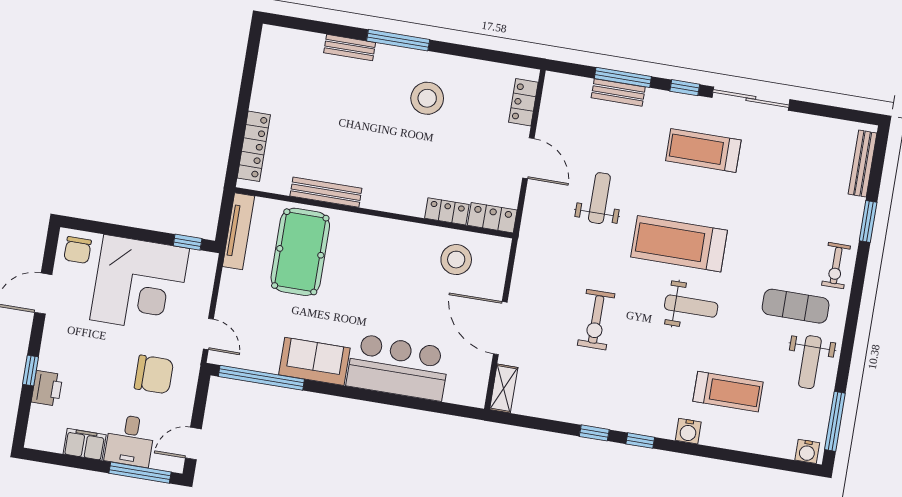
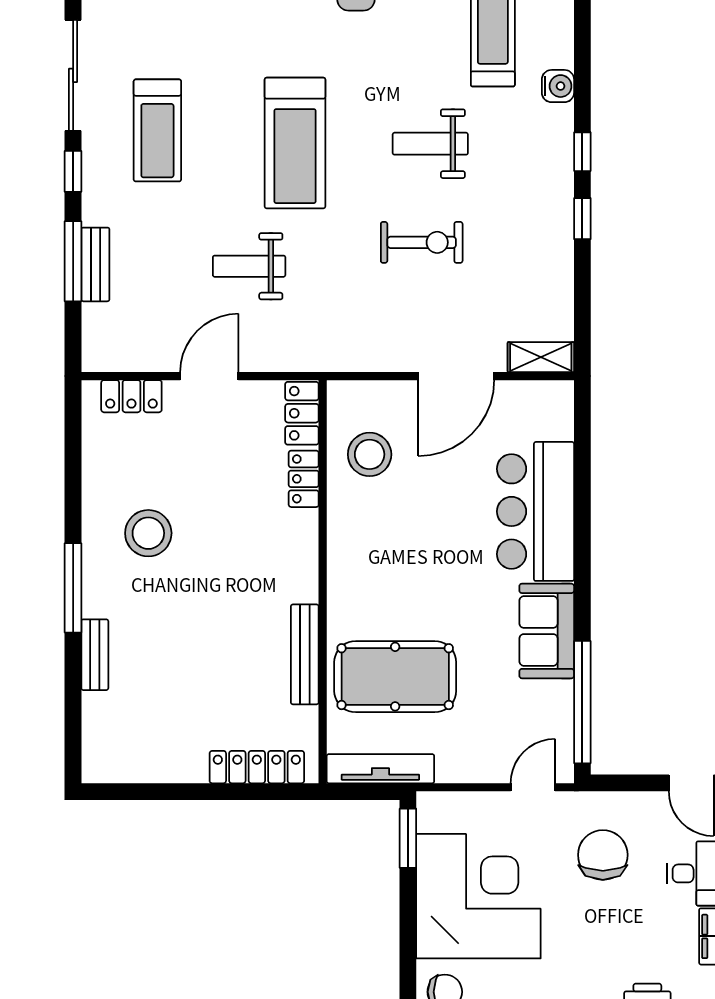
window: (188, 242) -> (408, 838), width x1.50
weight bench: (691, 306) -> (430, 144), moved, turned -90

